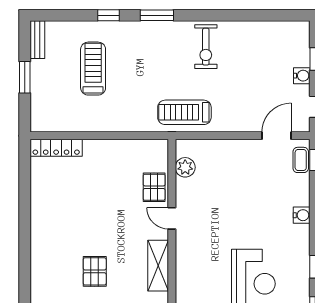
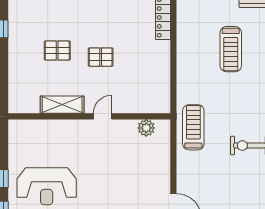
treadmill: (93, 69) -> (231, 49), turned 90
pallet: (154, 187) -> (101, 57), moved

